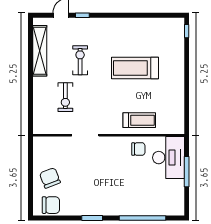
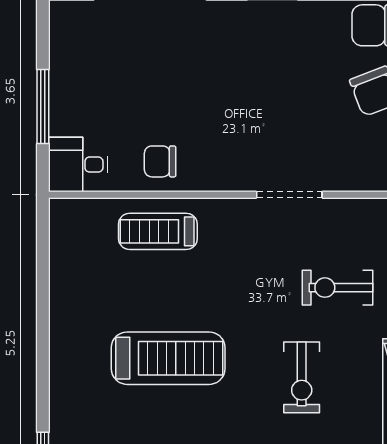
exercise bike: (65, 97) -> (337, 288), turned -90
desk: (168, 158) -> (78, 165), width x0.53, depth x0.77

